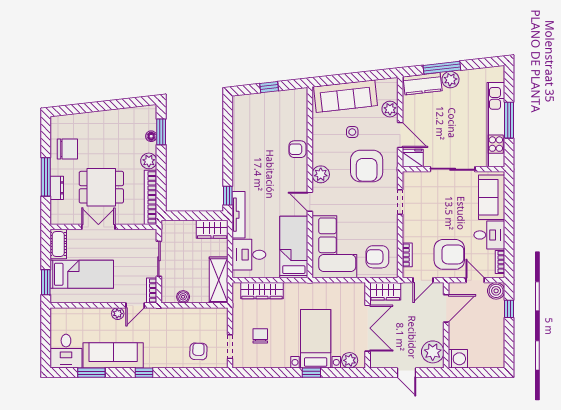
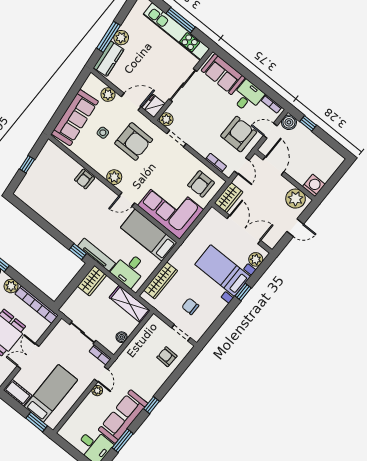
plant: (410, 179) -> (166, 119), added

